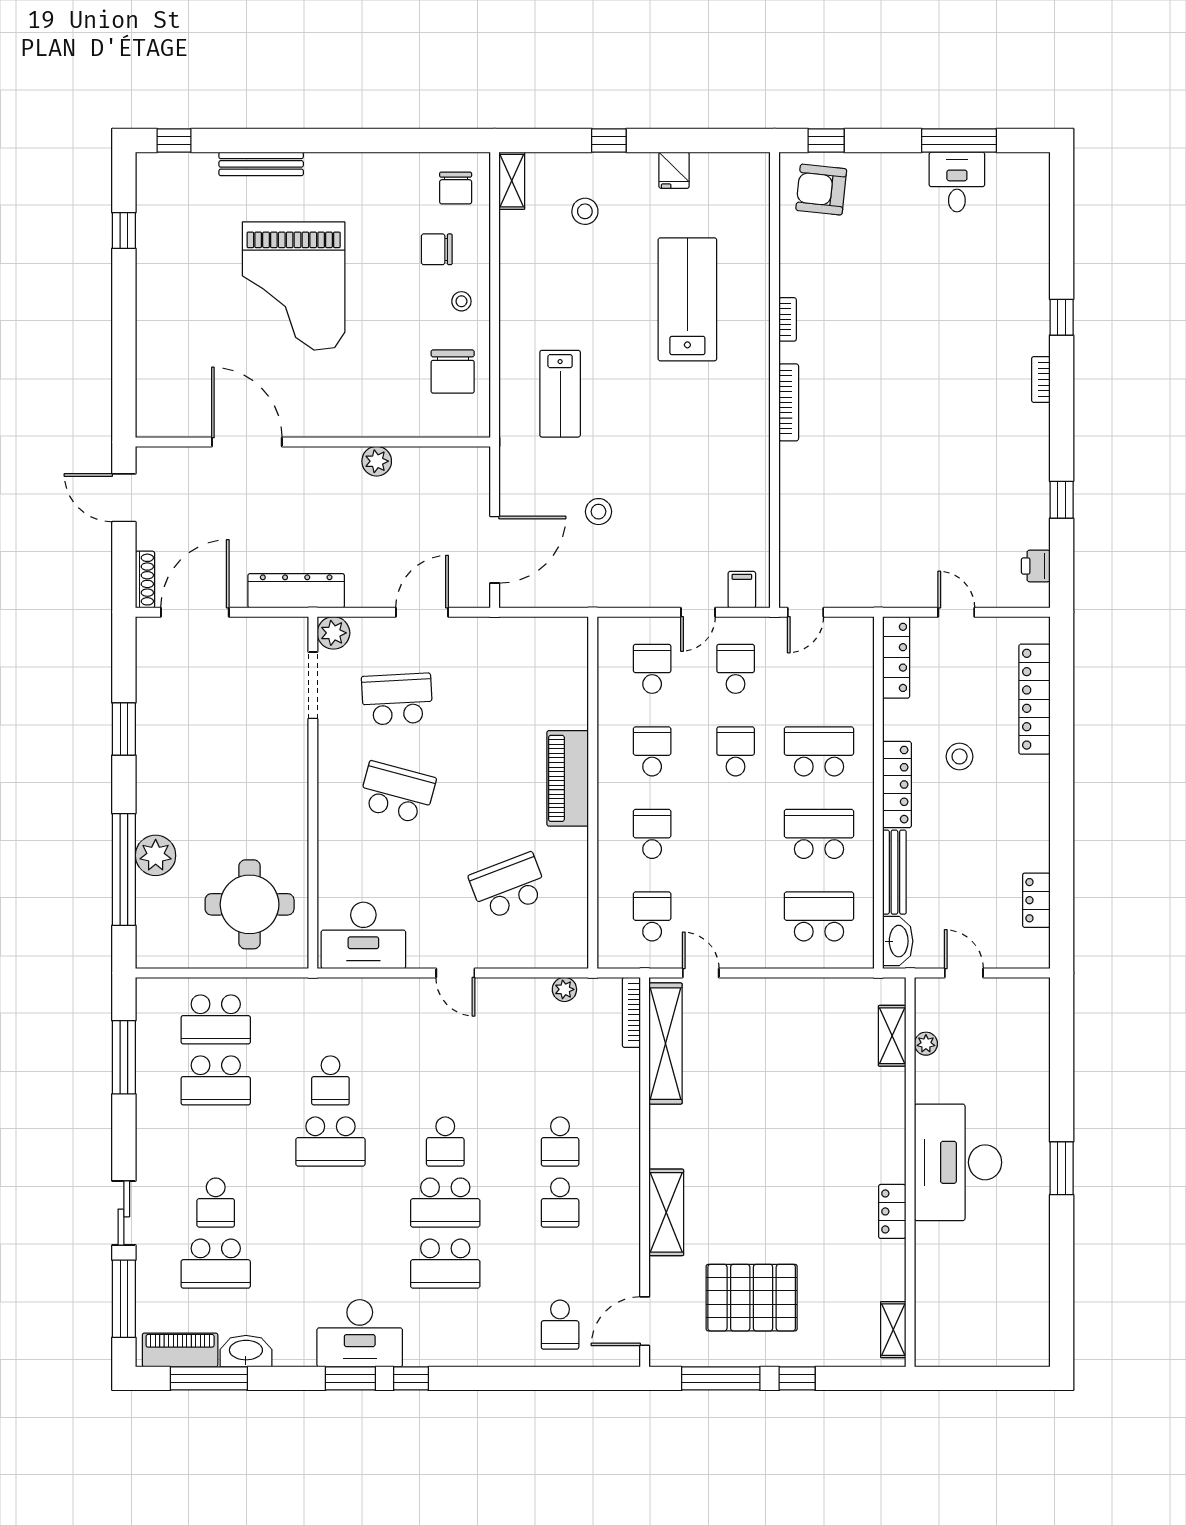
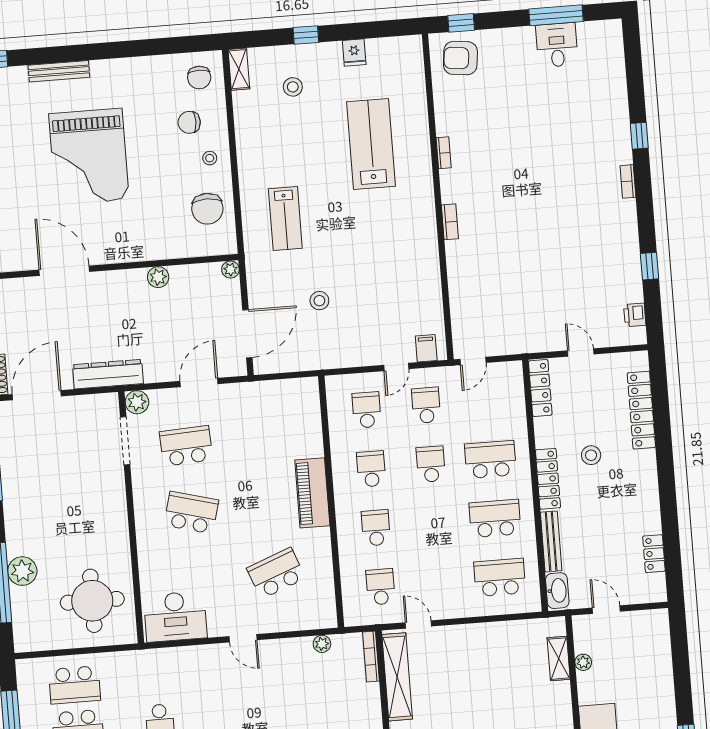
bookcase: (789, 402) -> (450, 222), width x0.64
plant: (478, 459) -> (230, 269), added

